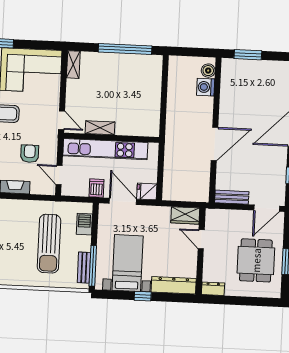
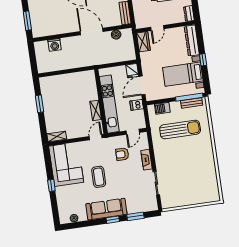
window: (125, 49) -> (39, 104), width x0.47
boiler: (208, 71) -> (116, 35), moved

